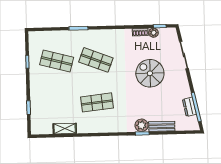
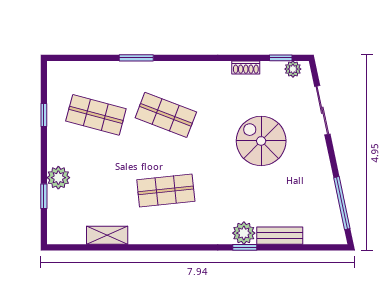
plant: (154, 33) -> (293, 69), moved
plant: (36, 97) -> (58, 178), added
dresser: (189, 107) -> (329, 202), removed

